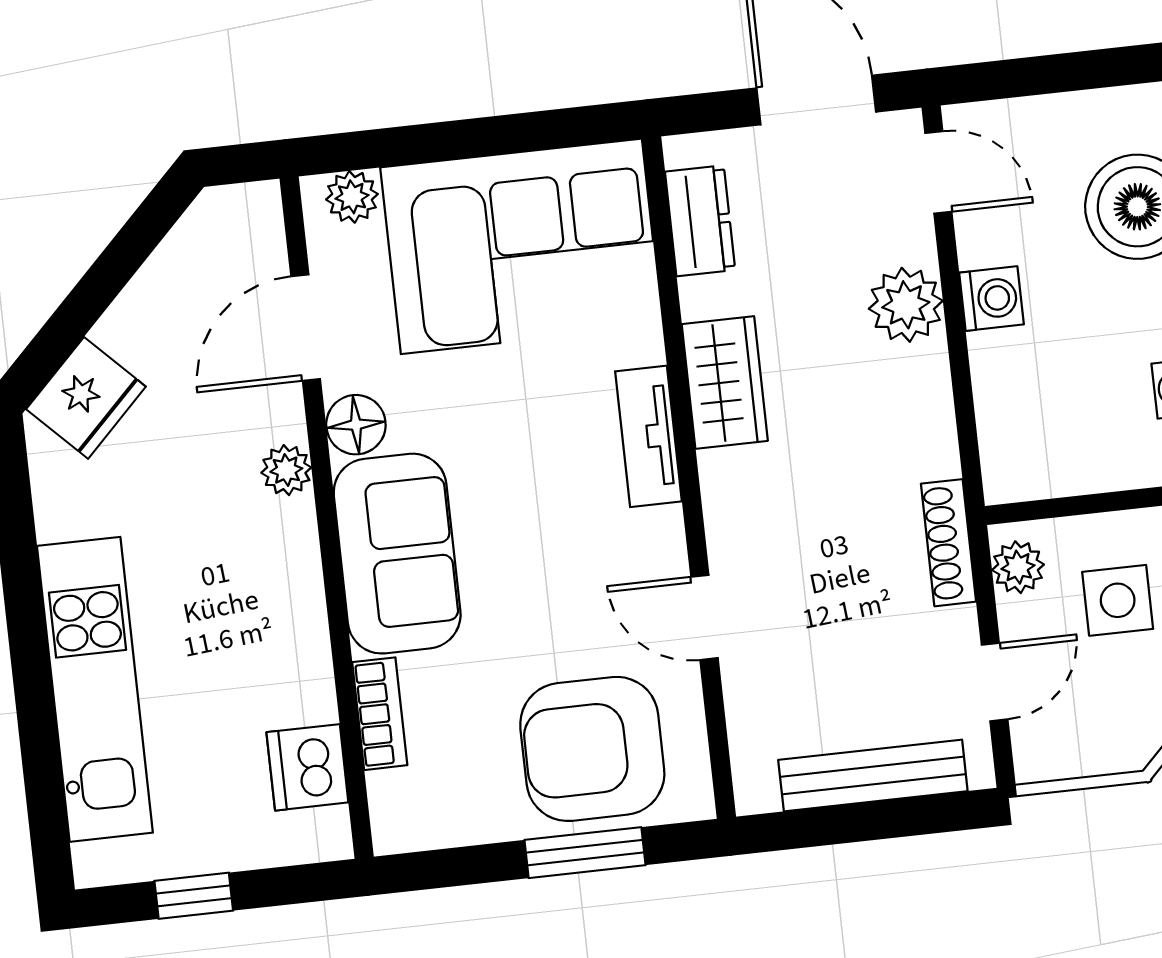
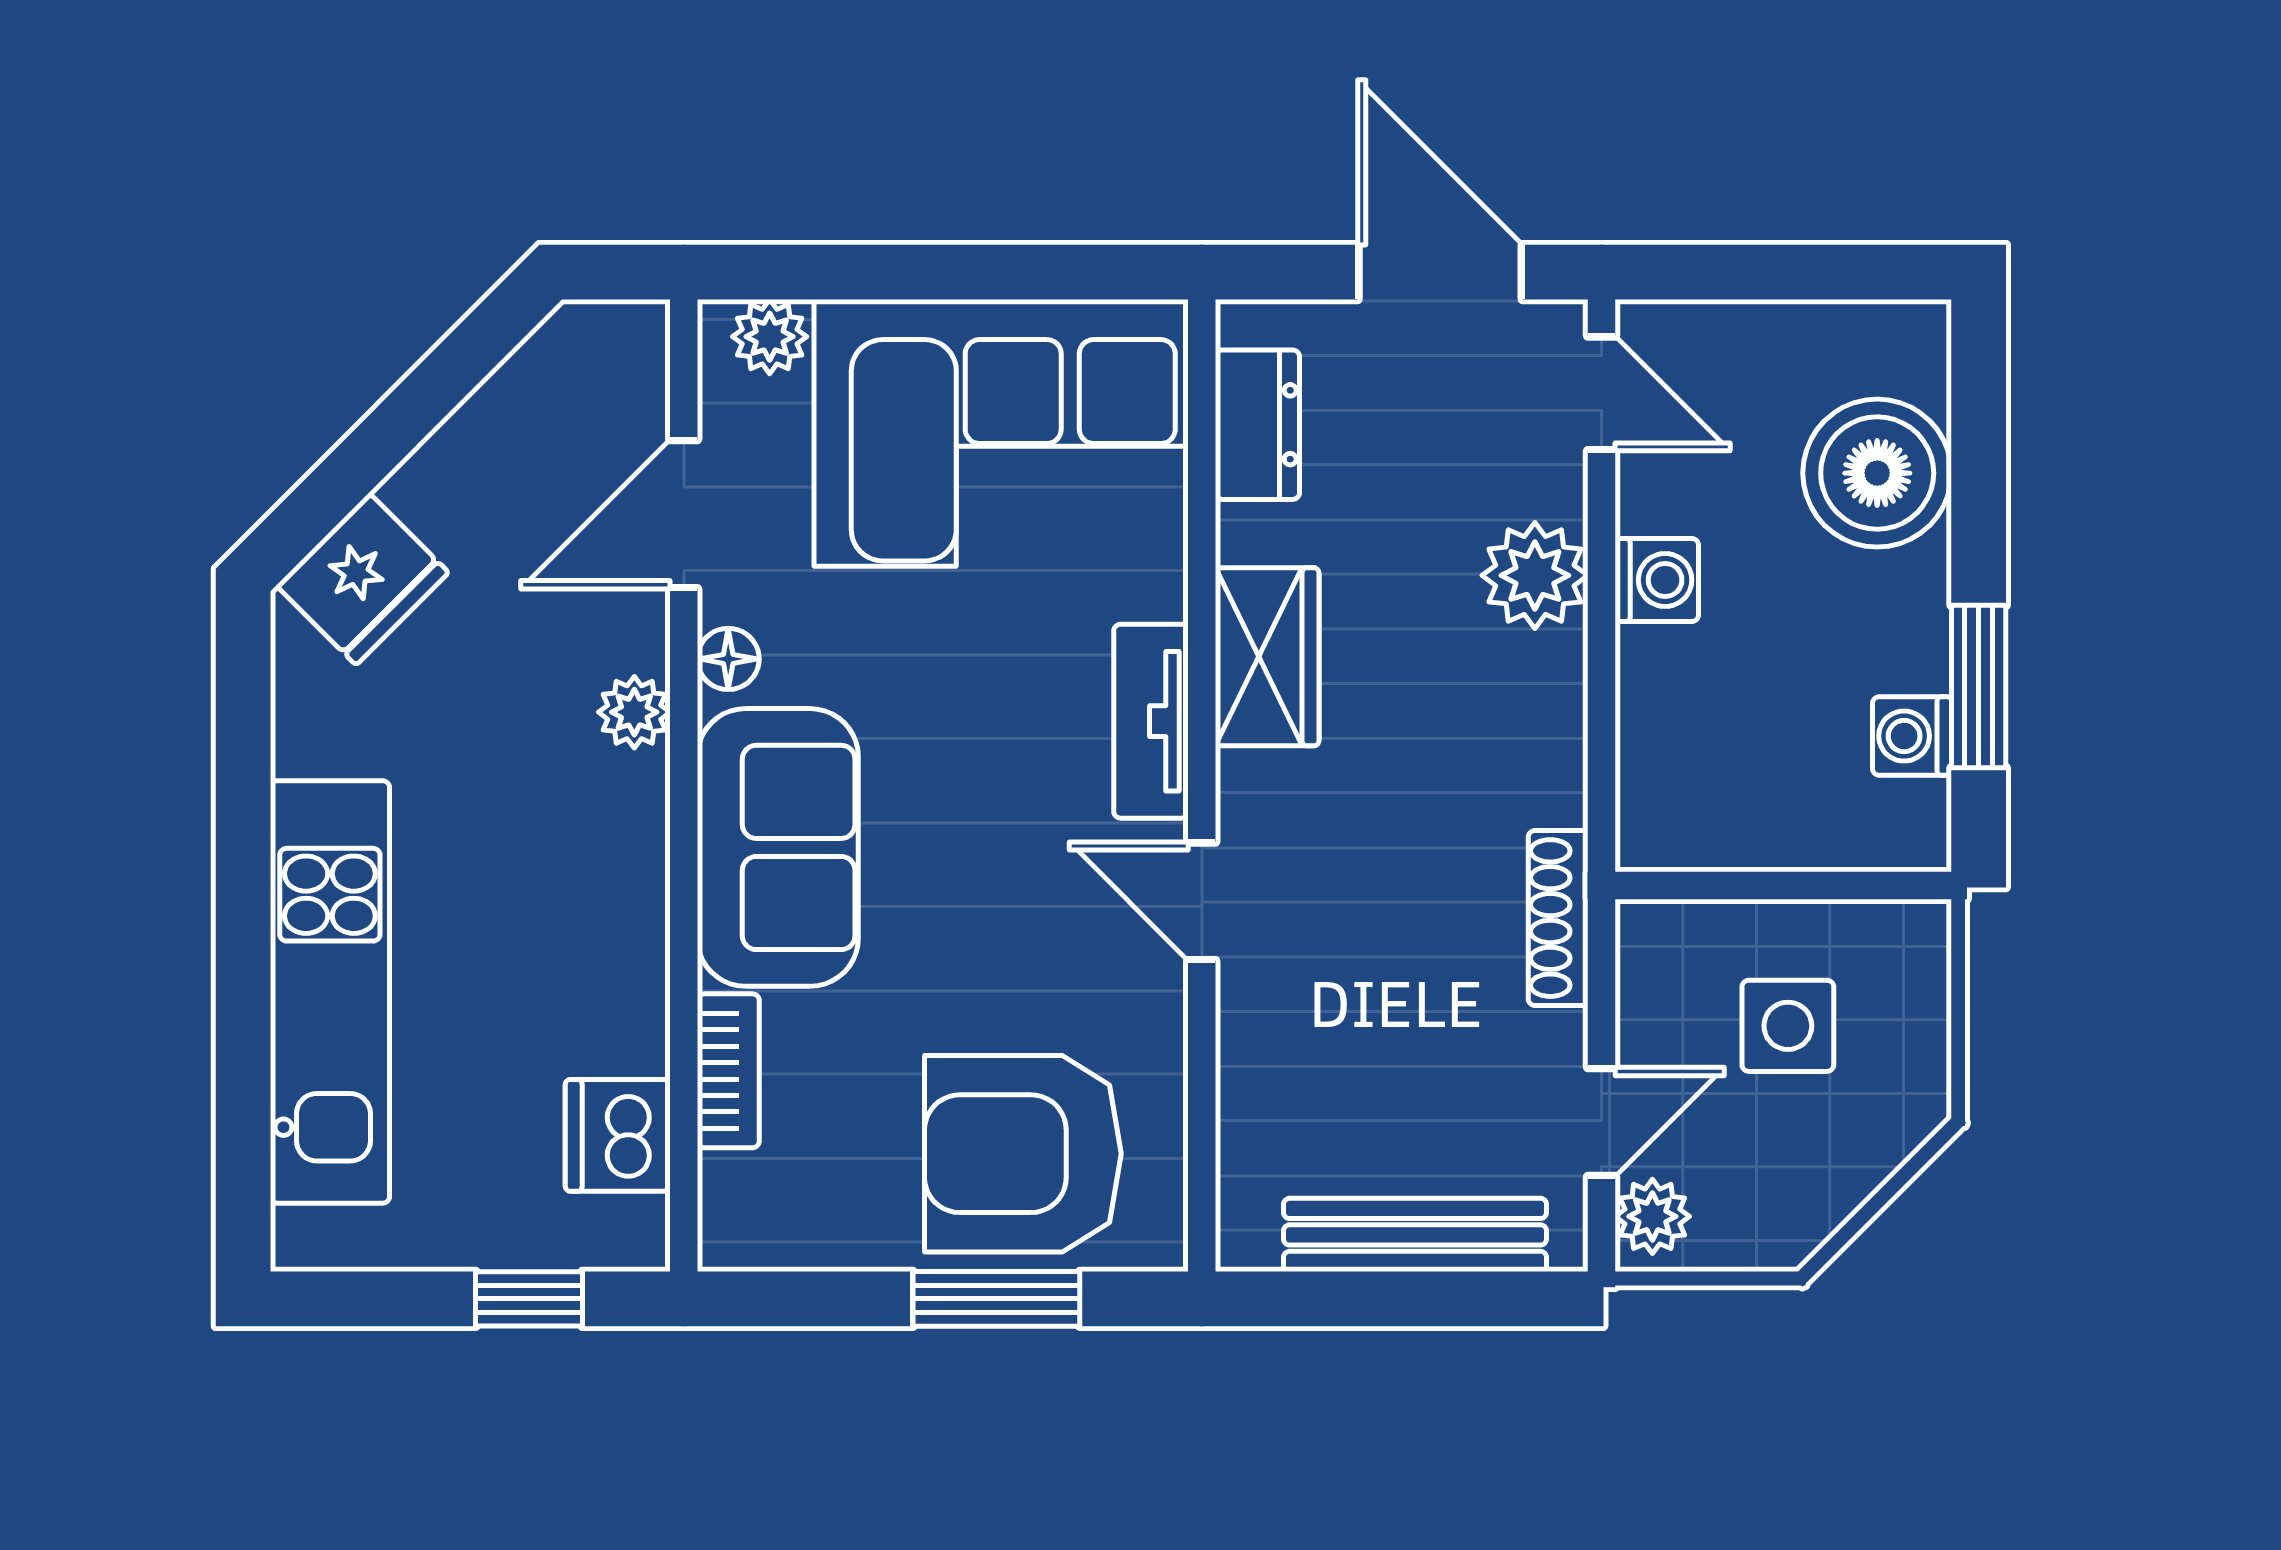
floor lamp: (356, 425) -> (728, 659), width x0.73, depth x0.73
plant: (1018, 567) -> (1652, 1216), moved
door: (704, 617) -> (1202, 901), moved
window: (194, 896) -> (529, 1299), moved

